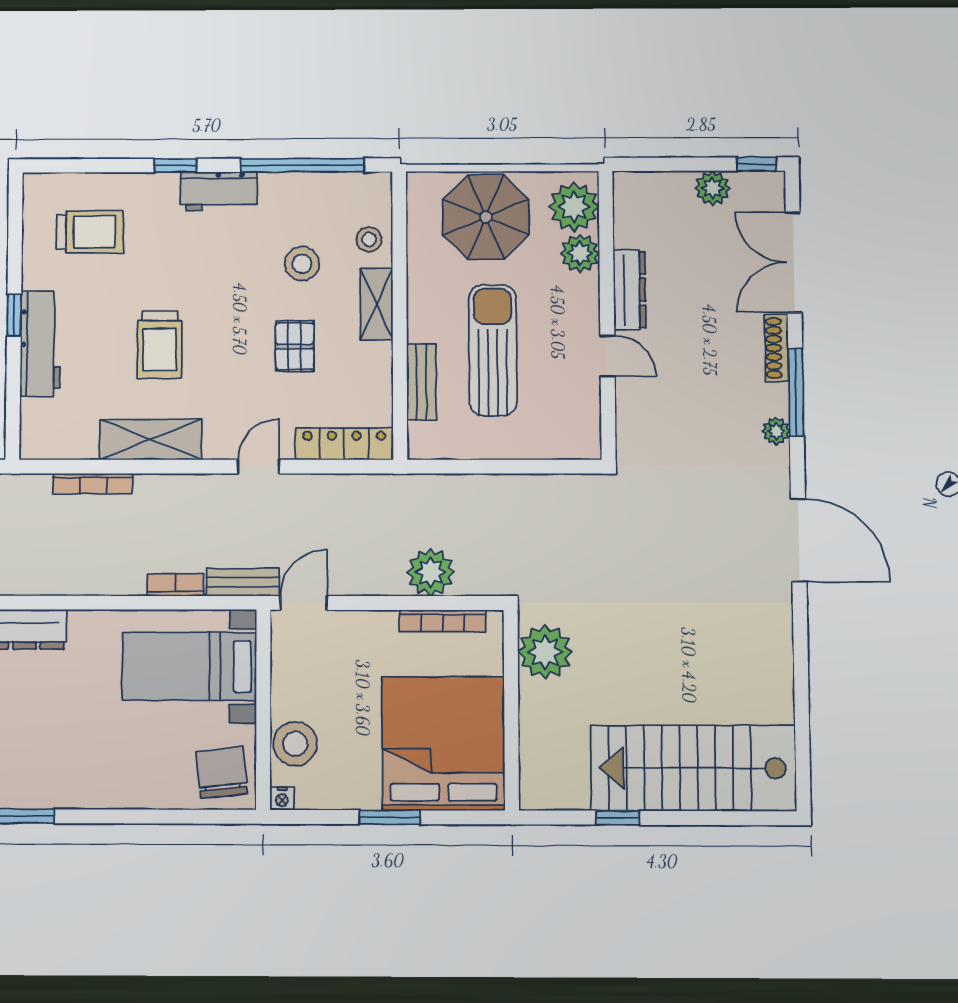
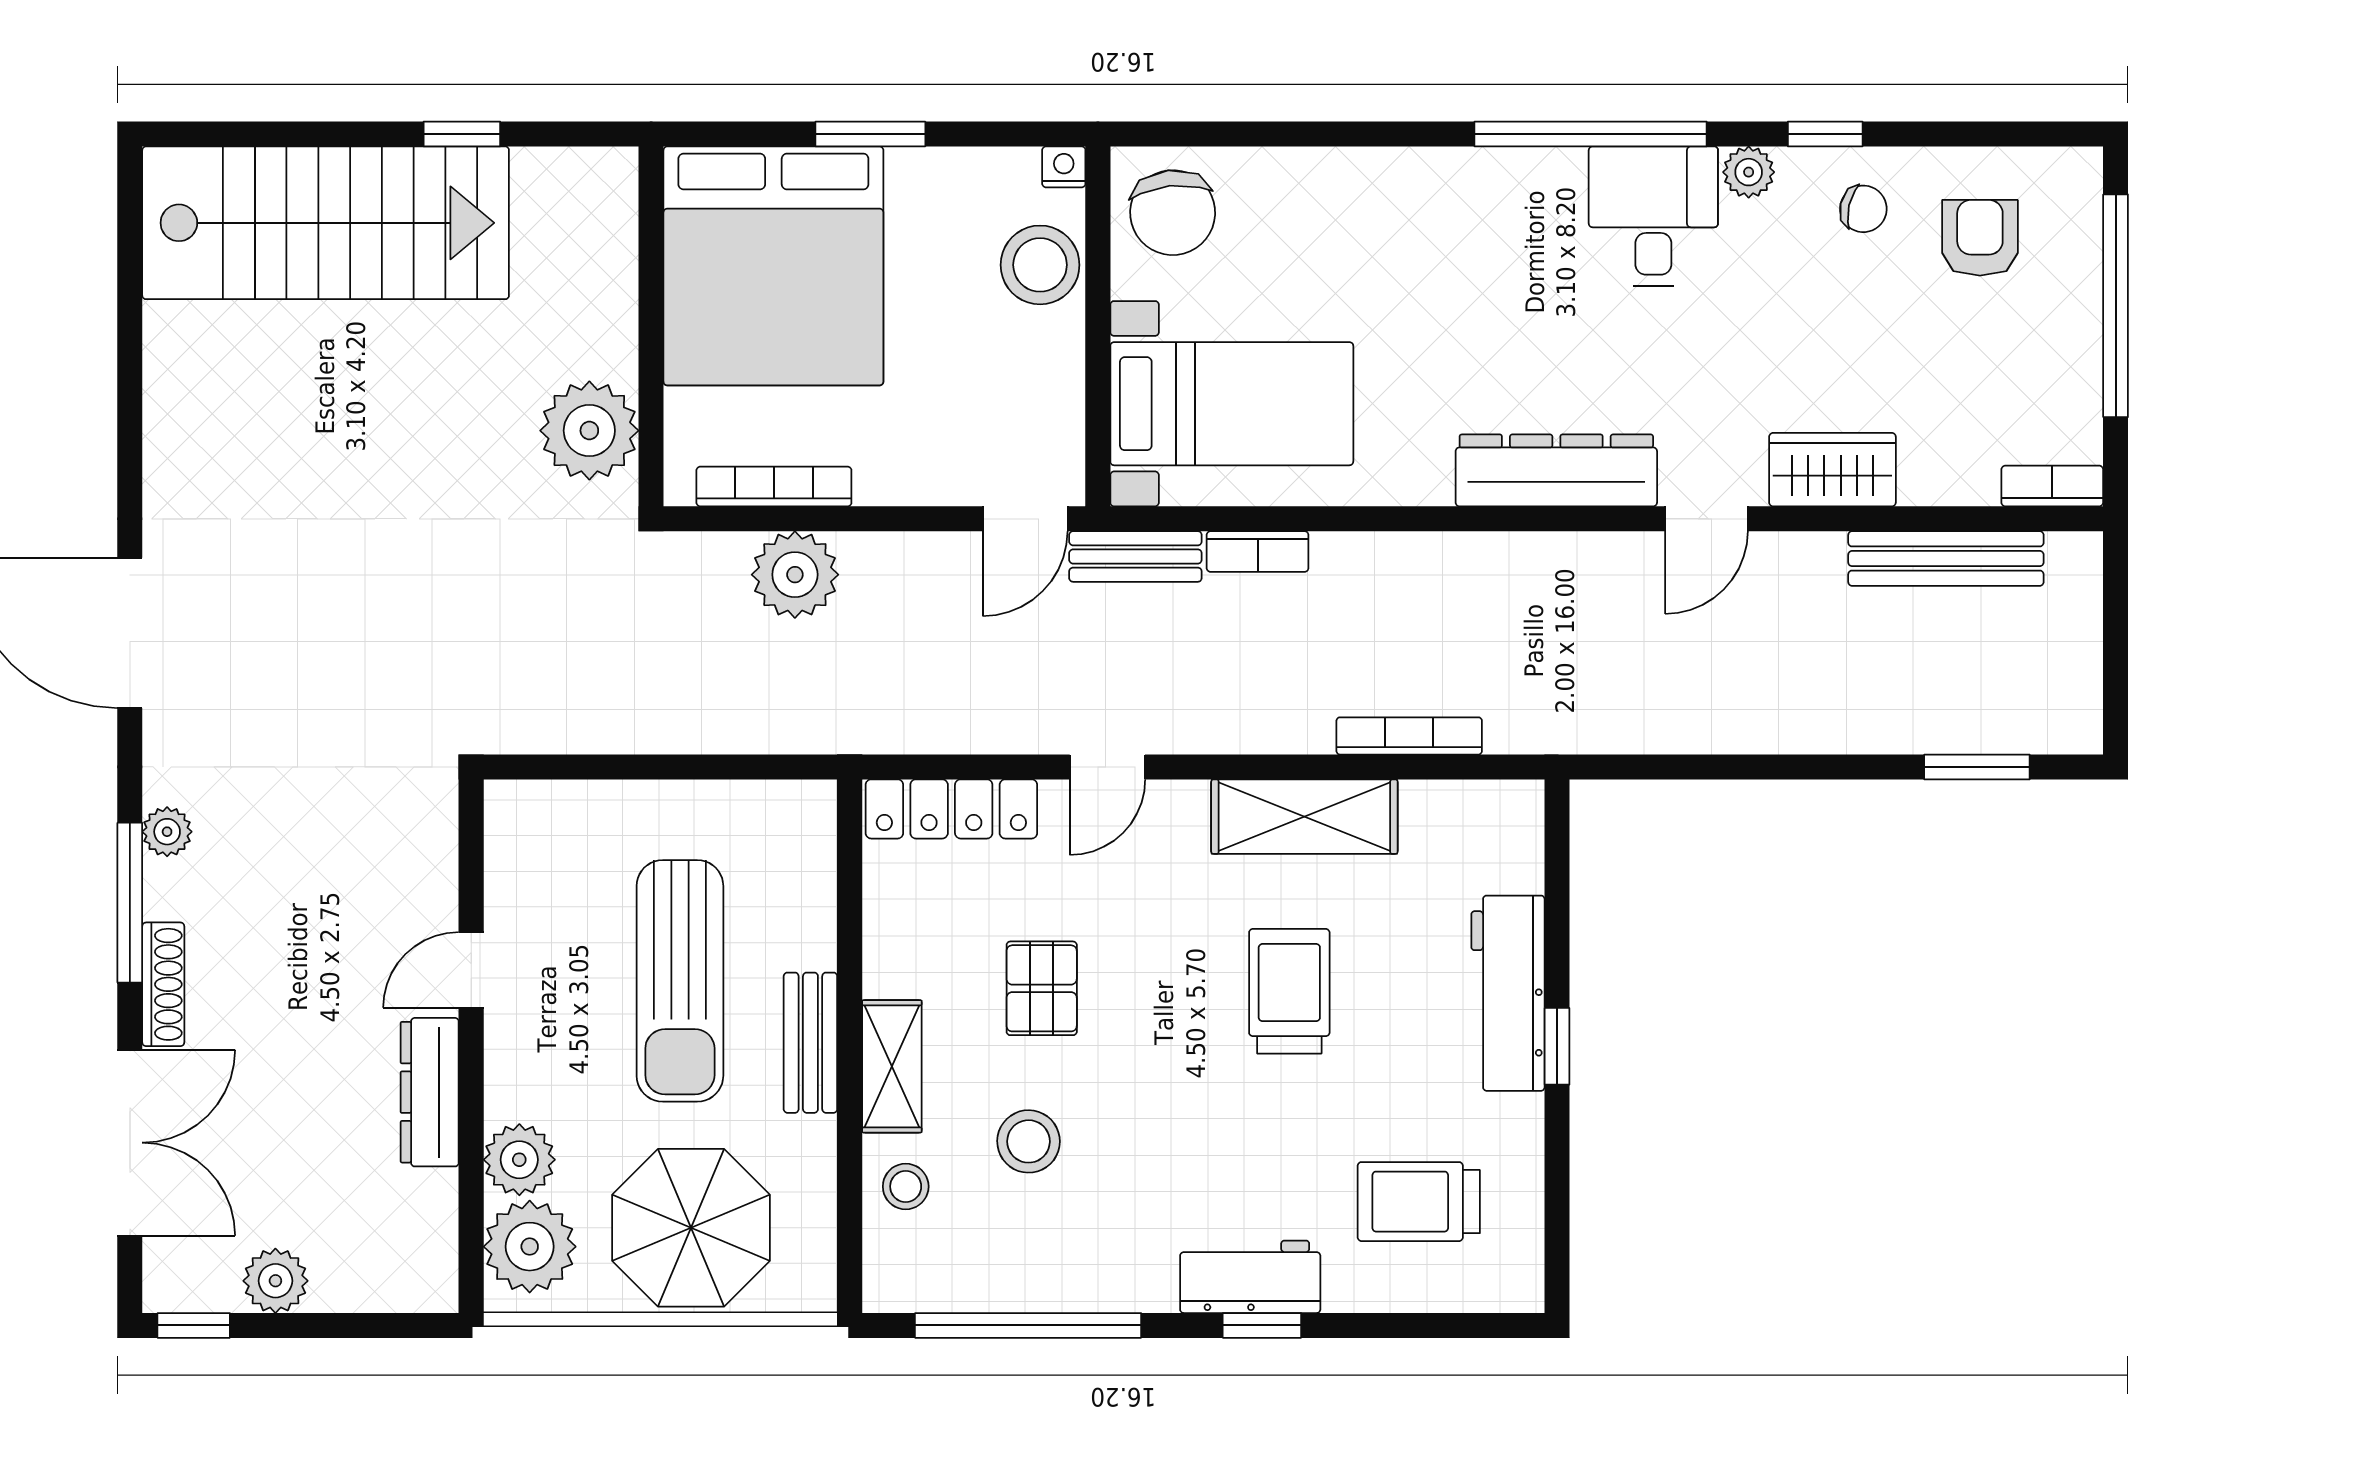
workbench: (219, 191) -> (1250, 1277), moved
door: (607, 356) -> (471, 970), hinge flipped
bench: (421, 382) -> (810, 1043), moved

